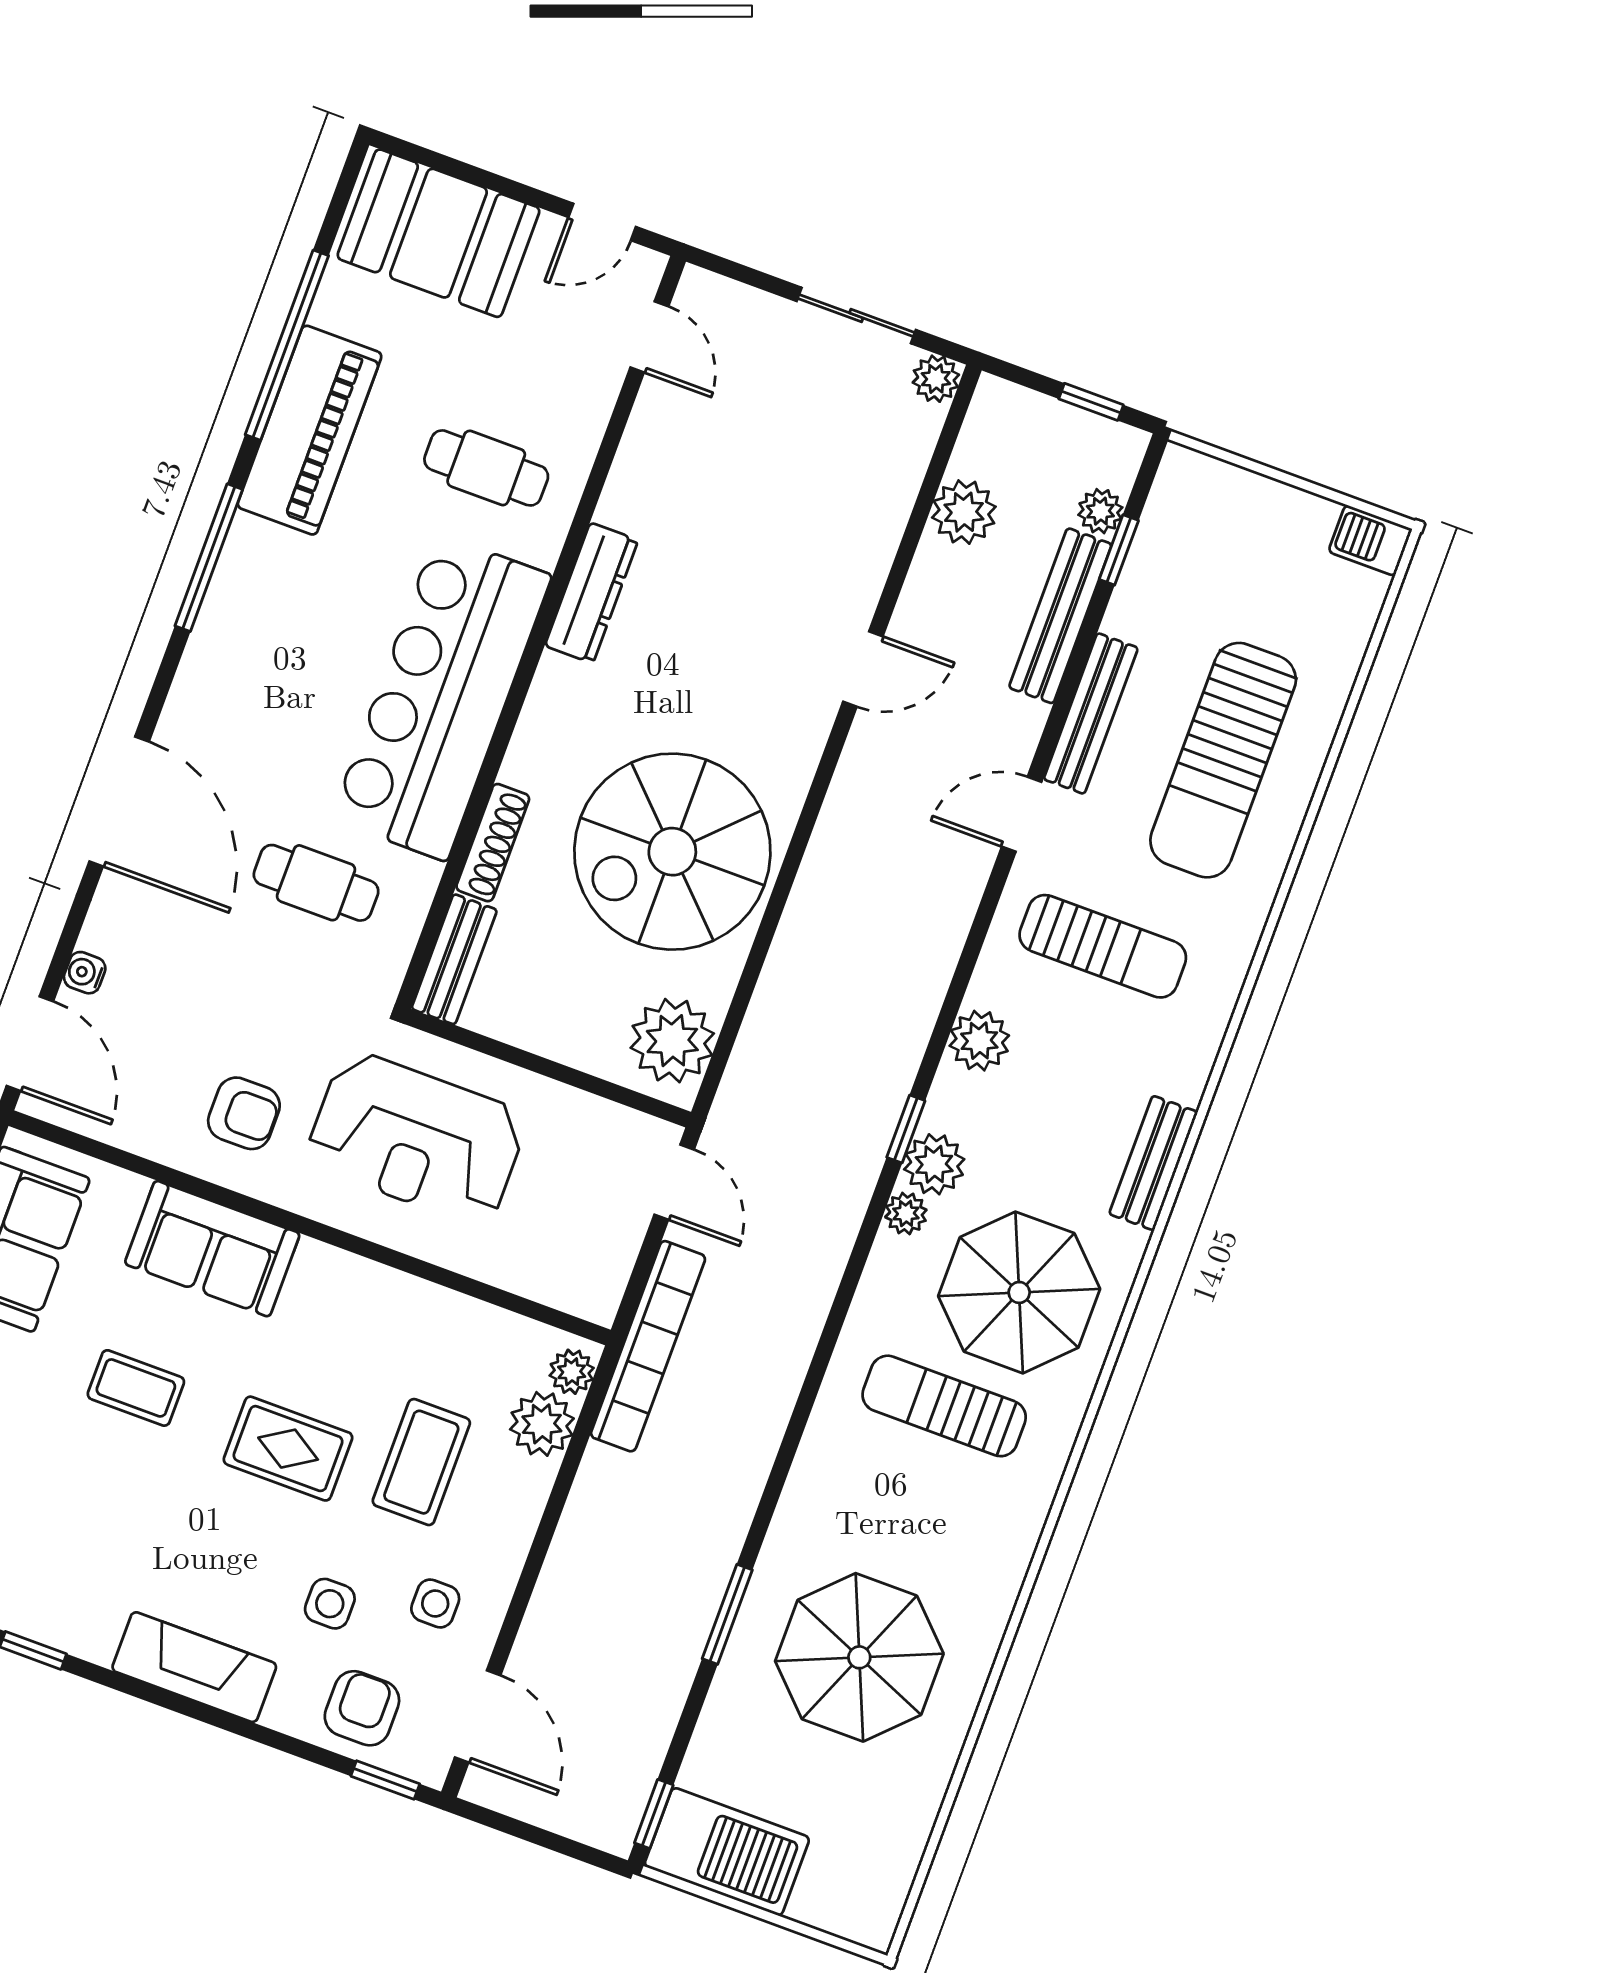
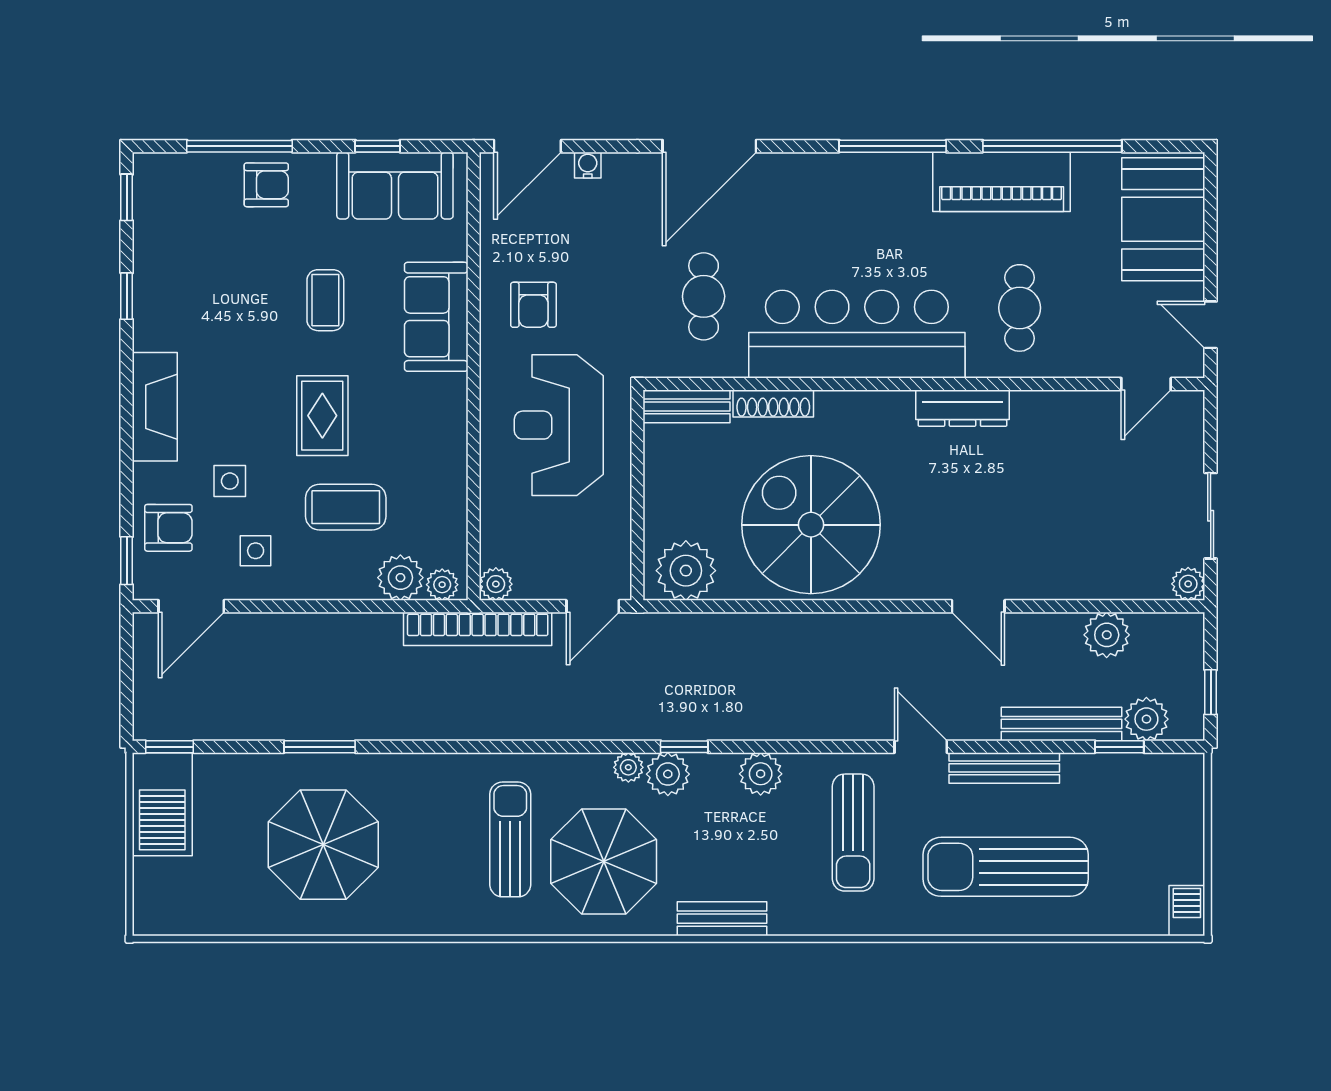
plant: (1100, 511) -> (1146, 719), width x1.38, depth x1.38
plant: (597, 1300) -> (496, 584), added

